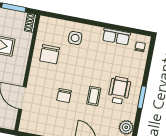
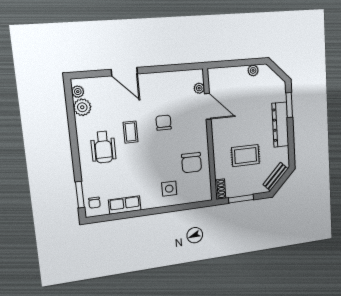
chair: (50, 54) -> (192, 163), turned 180
window: (142, 97) -> (80, 195), moved
plant: (26, 116) -> (199, 88), added

